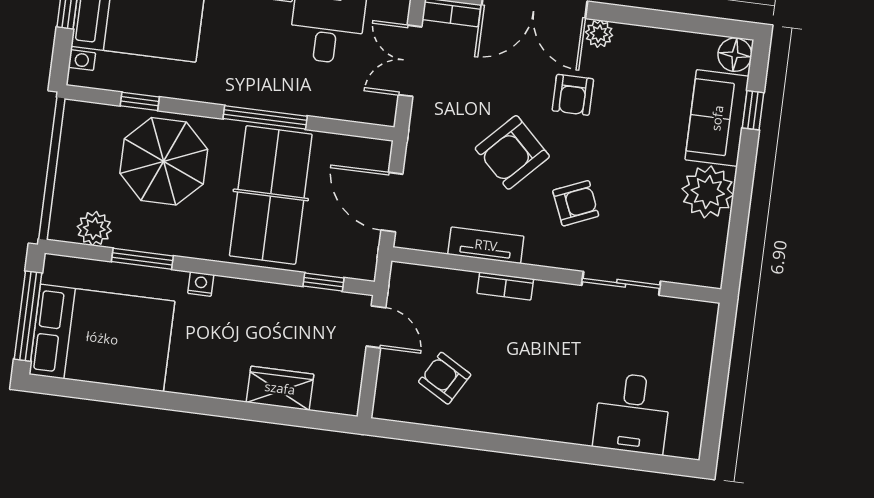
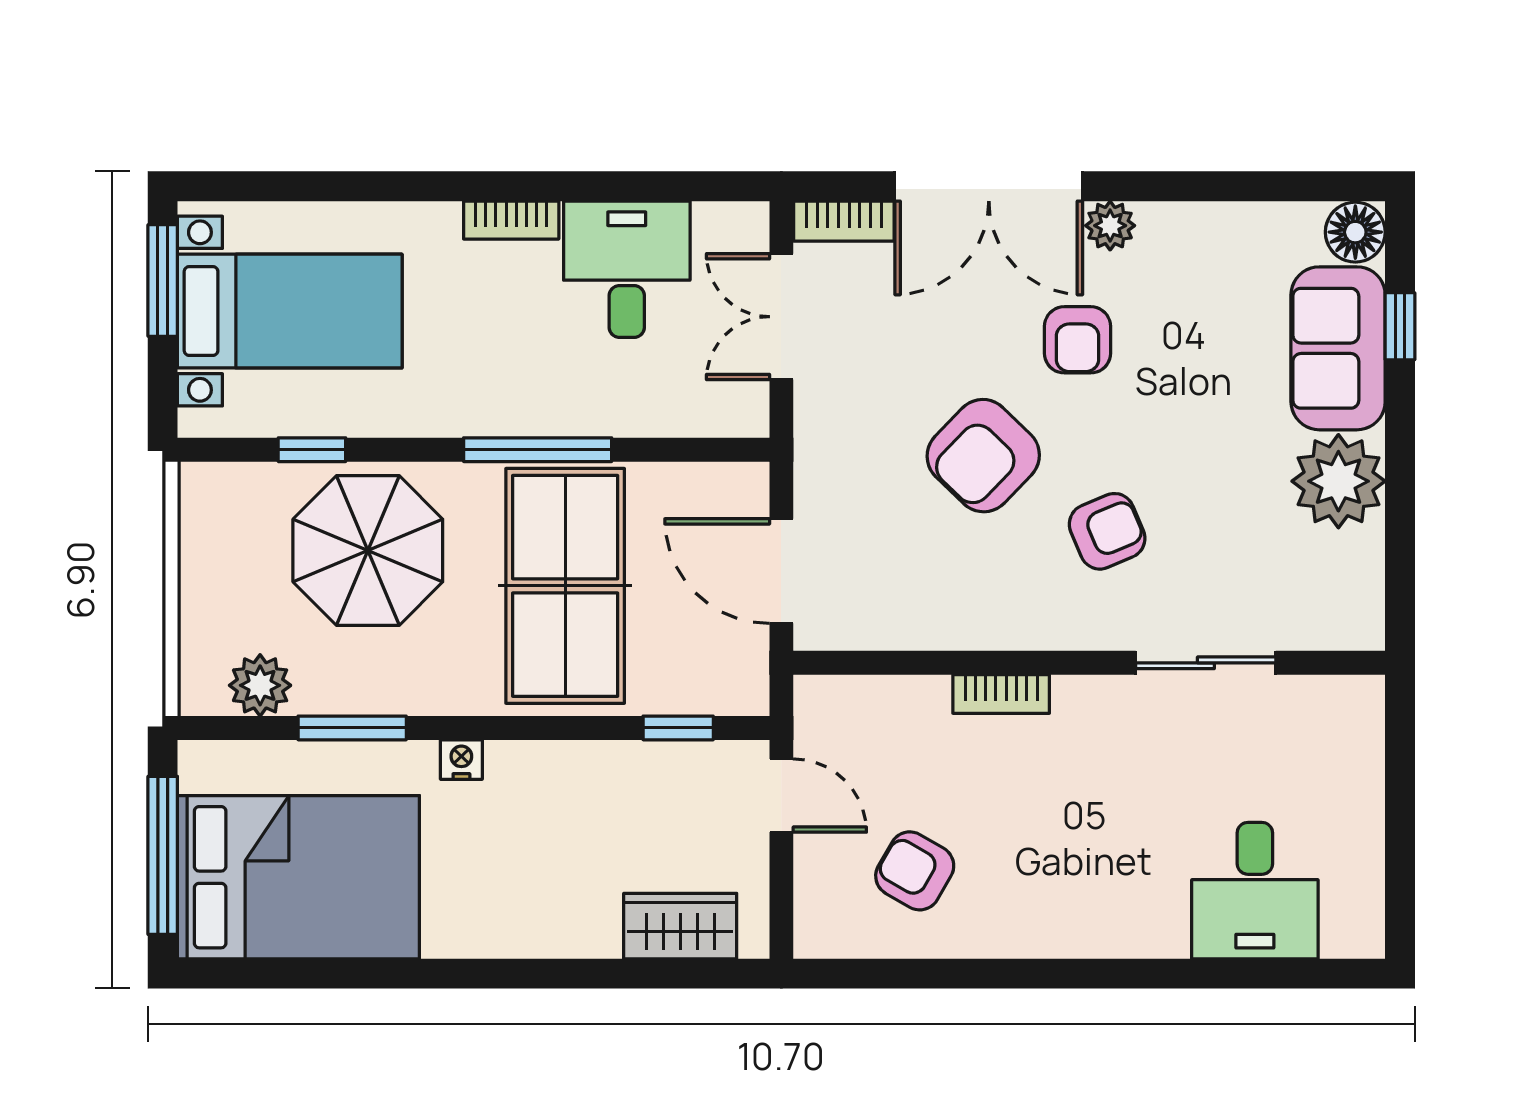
tv unit: (486, 245) -> (957, 626), removed
wardrobe: (280, 388) -> (680, 926), moved

